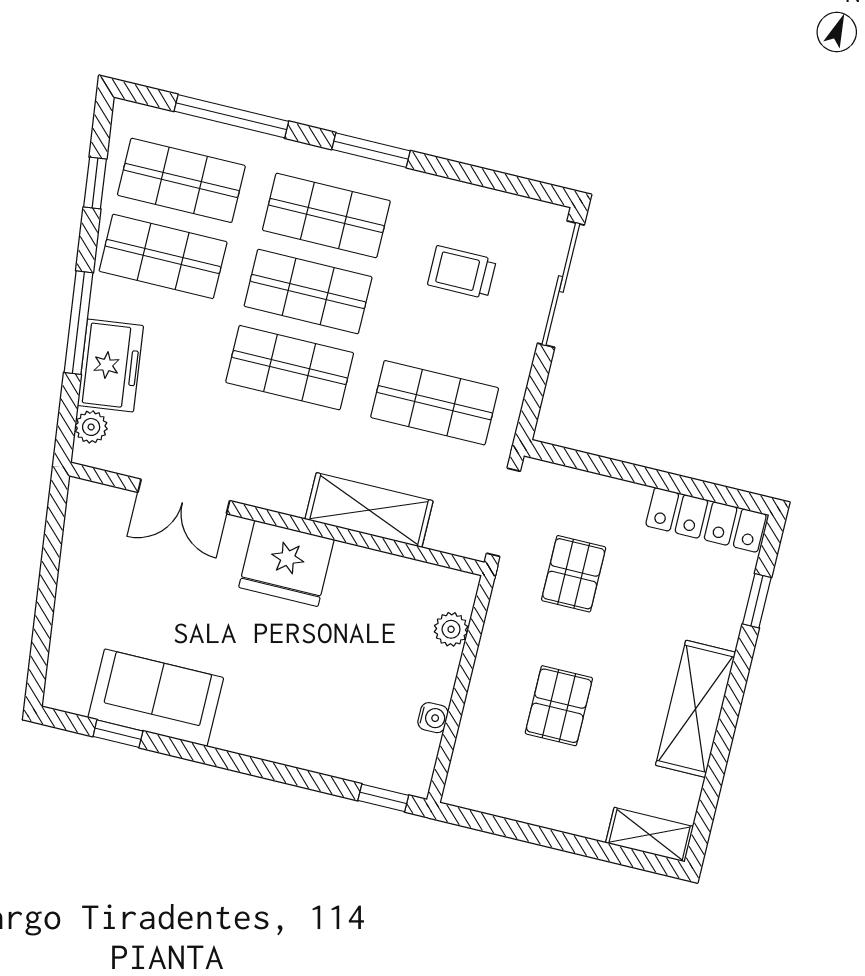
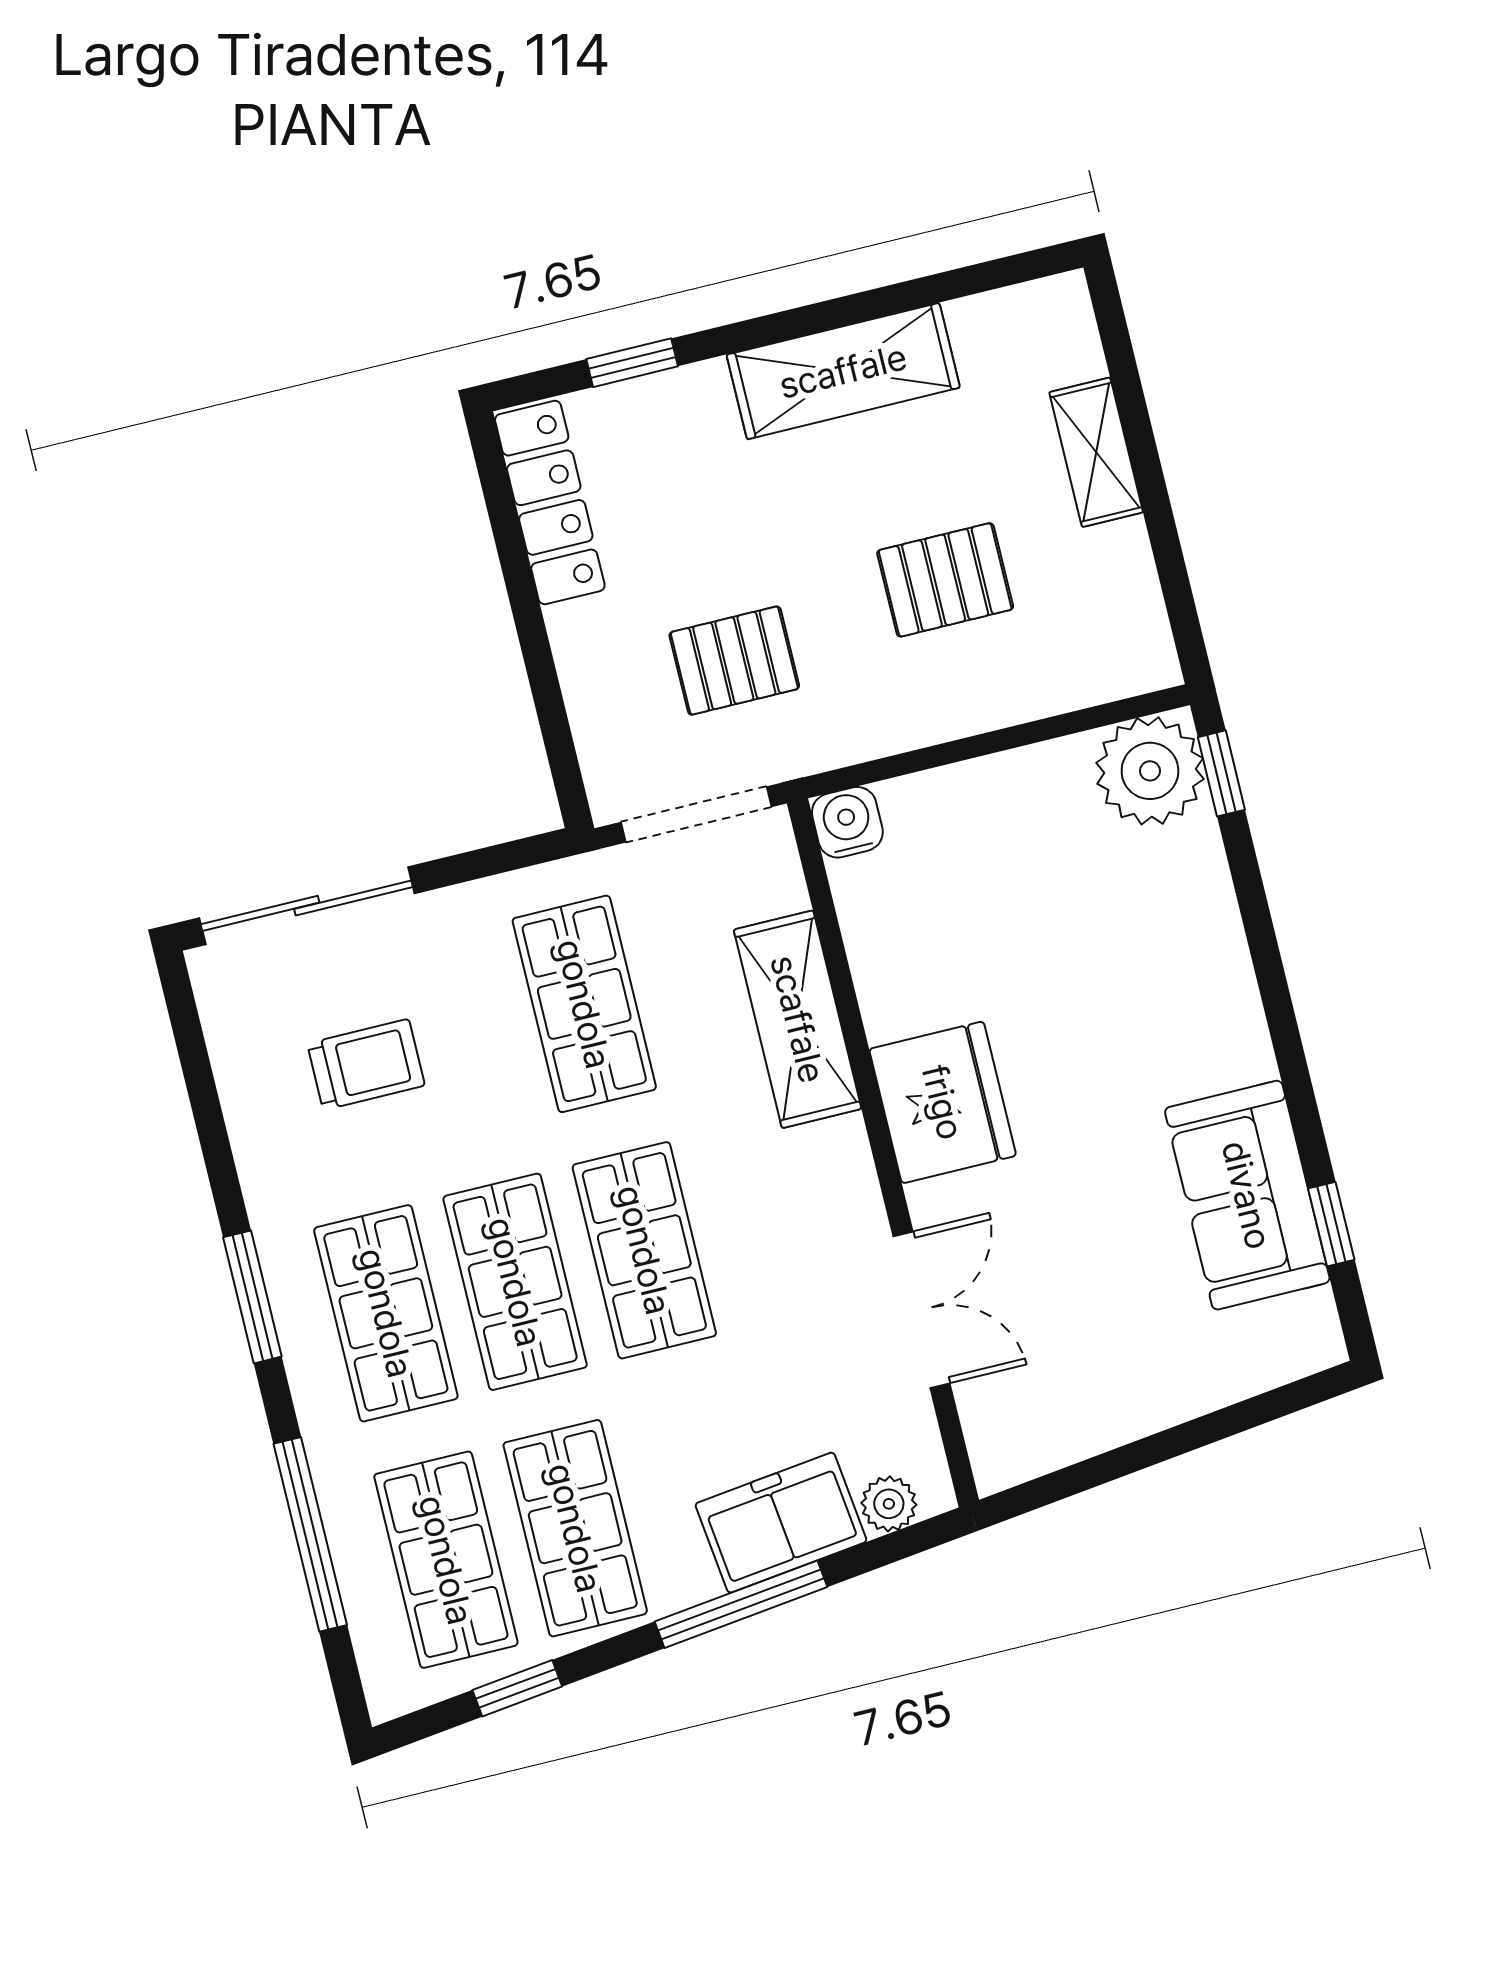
trolley: (462, 272) -> (366, 1064), turned -90
plant: (451, 629) -> (1150, 771), moved, width x1.87, depth x1.87
water cooler: (433, 718) -> (847, 822), moved, width x1.38, depth x1.38
shelving: (650, 835) -> (1096, 452), moved

